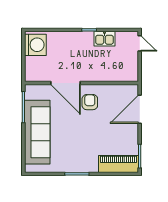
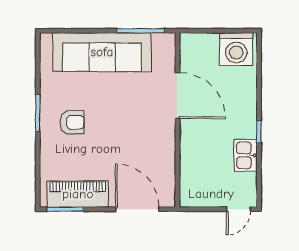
door: (66, 83) -> (177, 95), swing flipped
armchair: (90, 102) -> (72, 122), moved
piano: (118, 164) -> (78, 194), moved, turned -90

